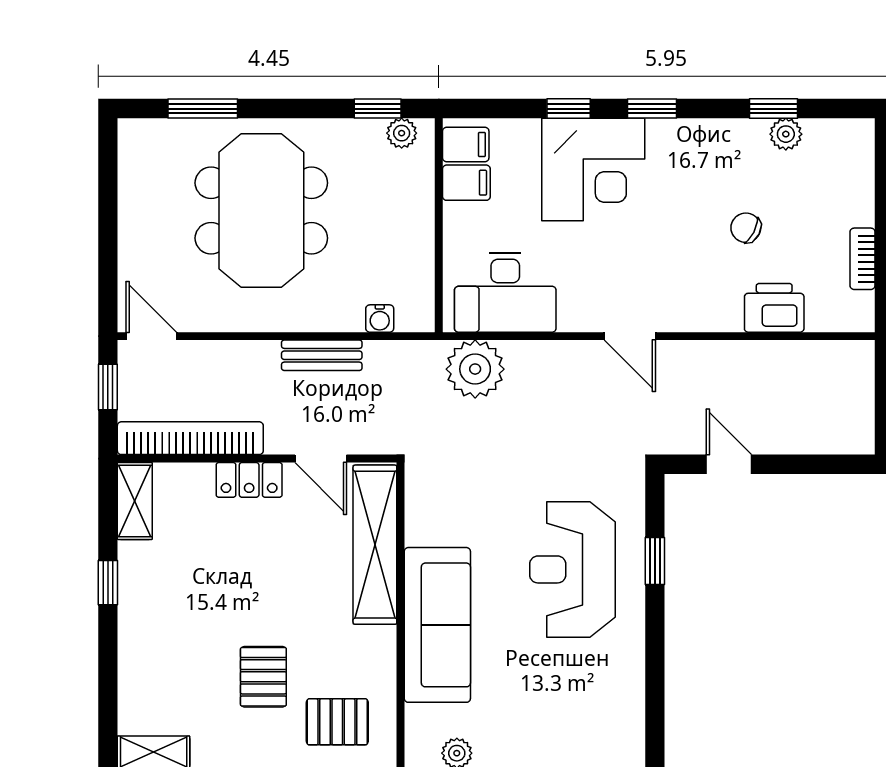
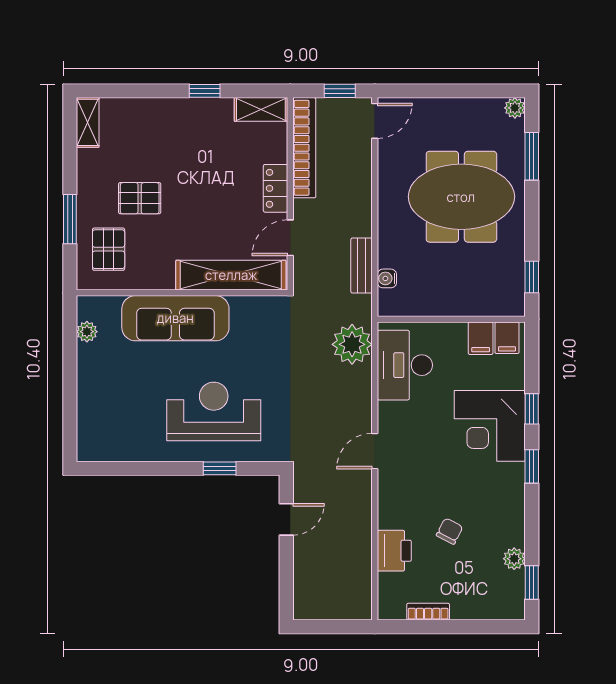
window: (773, 109) -> (532, 583), moved
plant: (402, 133) -> (515, 108), moved
bench: (322, 355) -> (362, 266), moved

